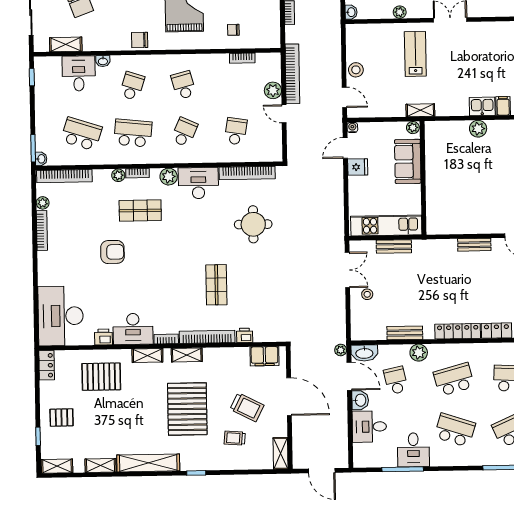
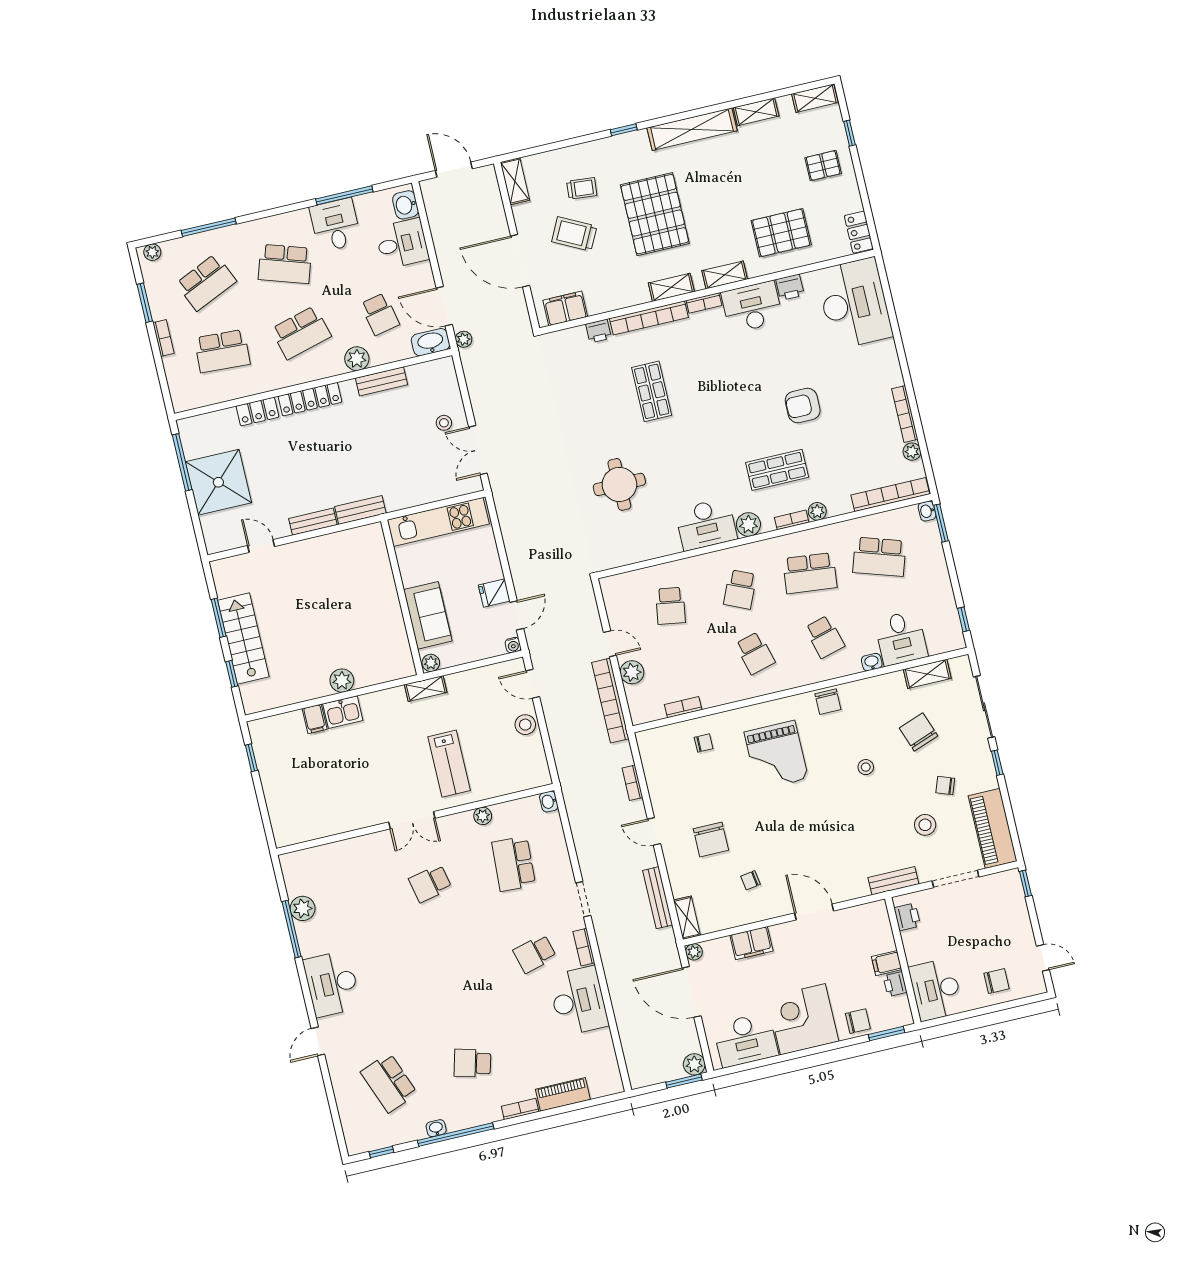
chair: (140, 40) -> (828, 702), turned 90
school desk: (132, 86) -> (825, 637), turned -33
bookcase: (247, 173) -> (643, 552), removed
bench: (394, 247) -> (360, 510), moved
washbasin: (360, 400) -> (406, 205), moved

